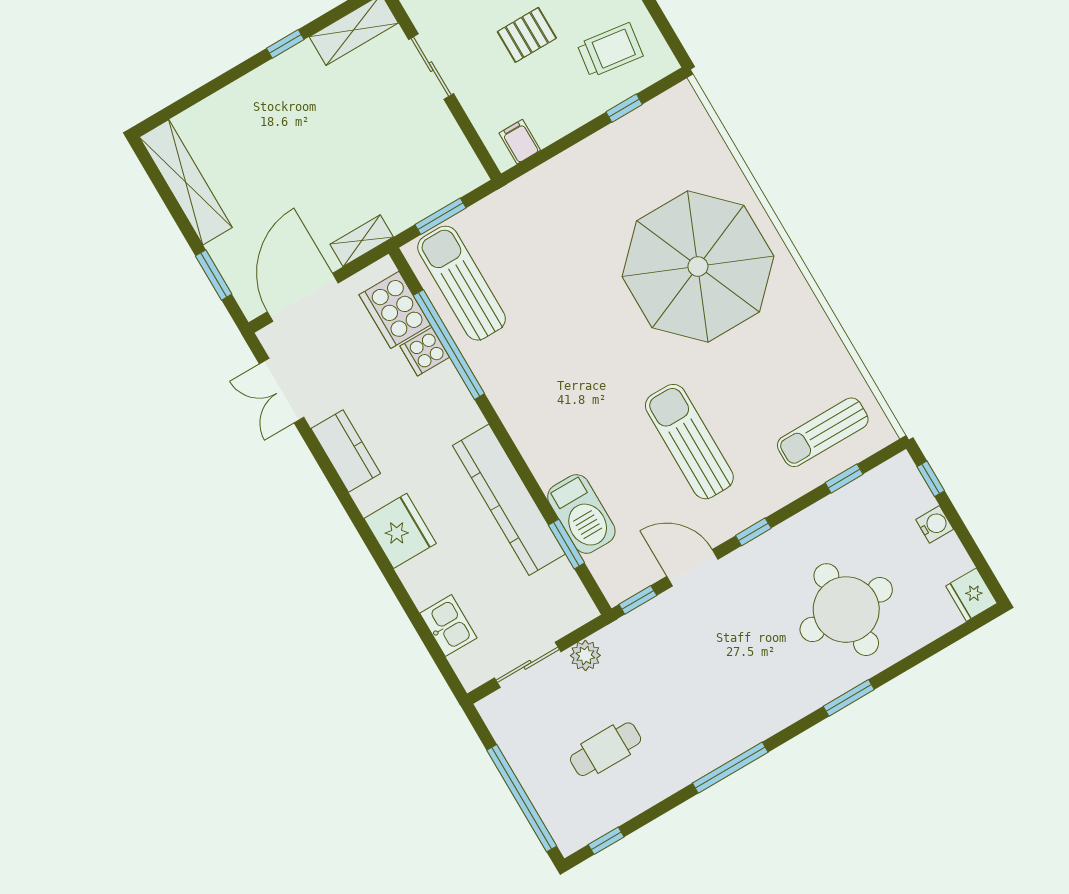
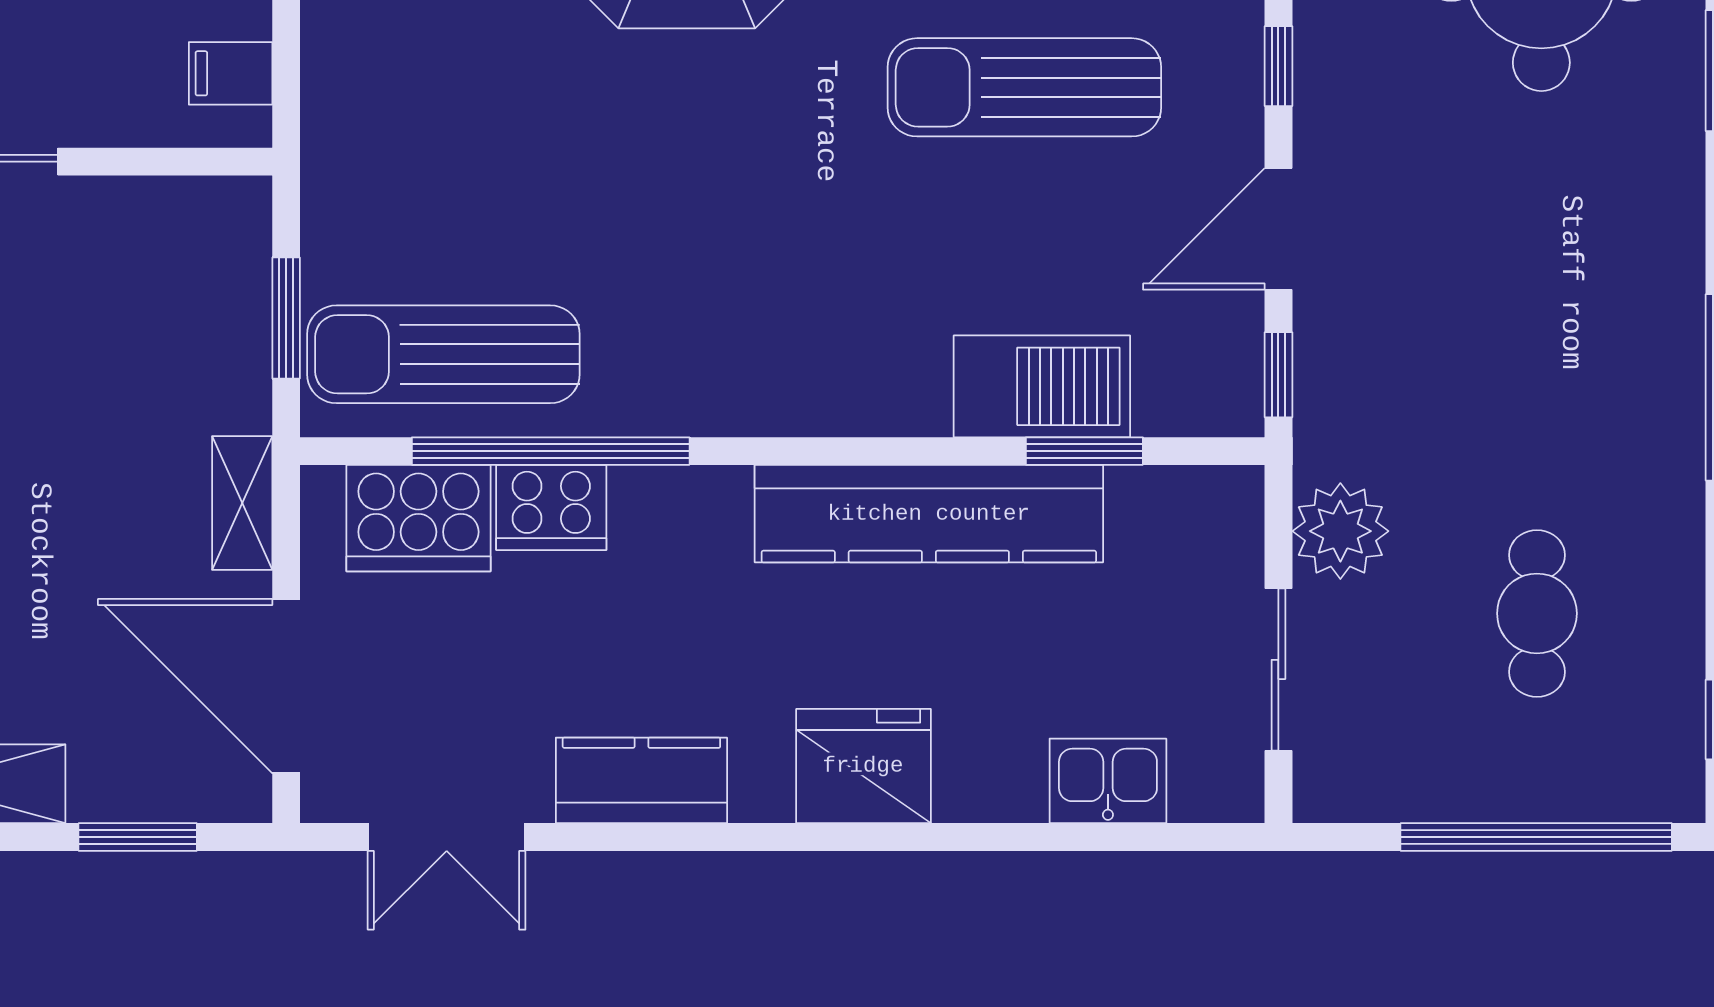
cooker: (425, 352) -> (551, 507), width x1.36
plant: (585, 656) -> (1340, 531), width x1.36, depth x1.36

